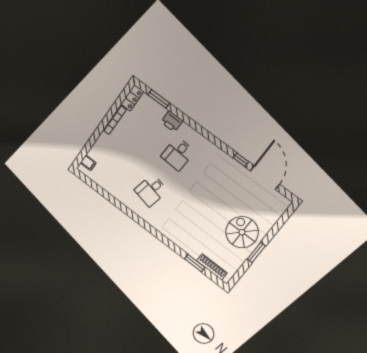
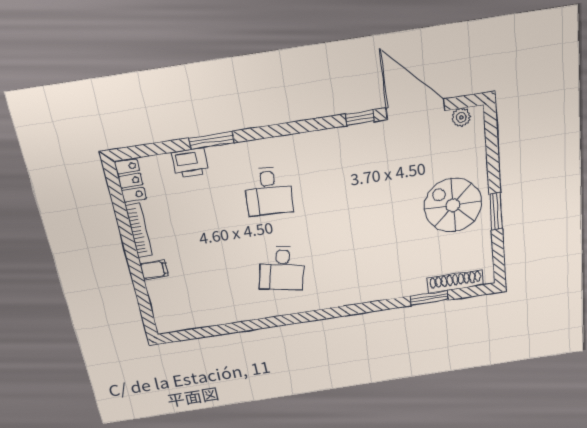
window: (159, 99) -> (212, 140), moved
printer: (172, 121) -> (190, 163), moved
filing cabinet: (88, 163) -> (154, 270), moved
plant: (279, 199) -> (461, 117), added

